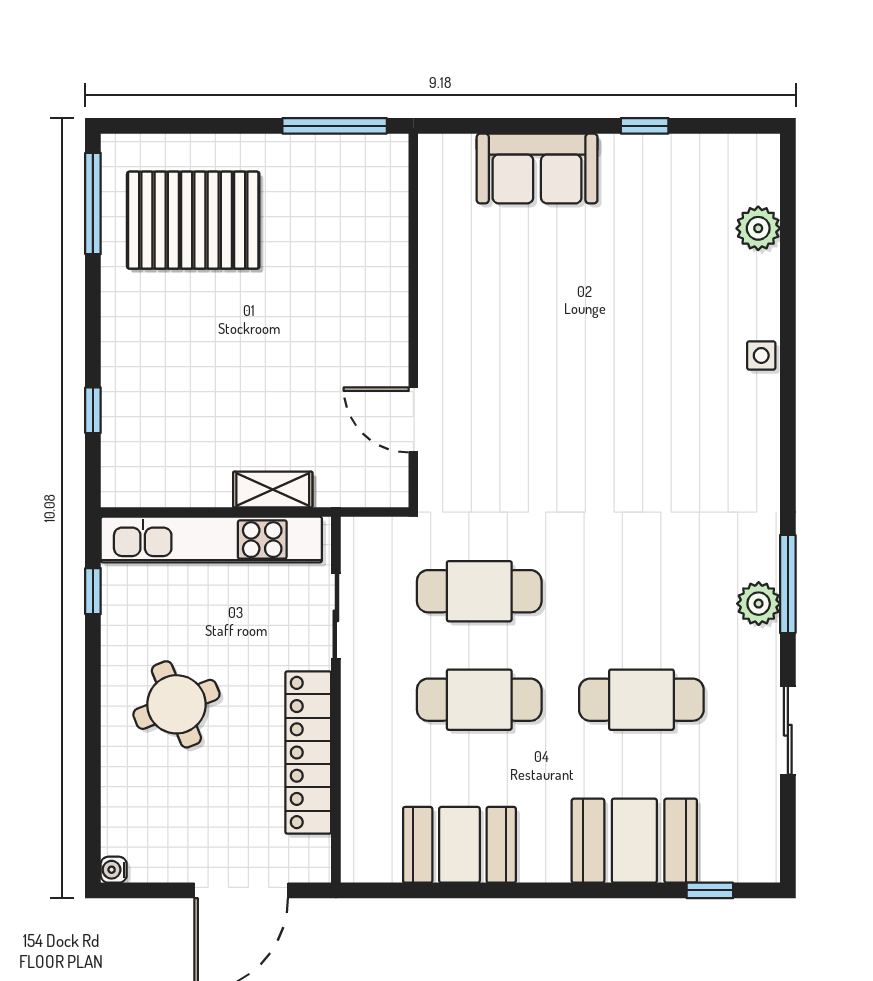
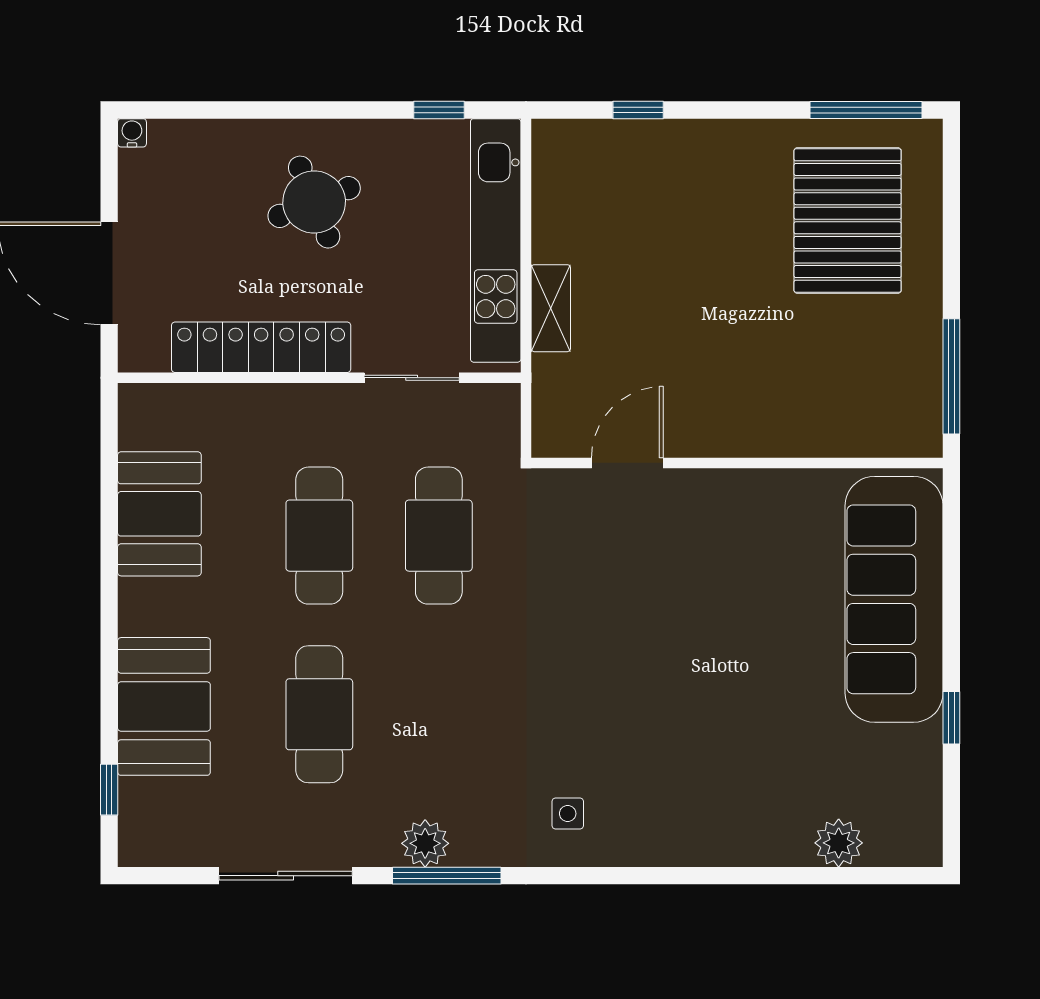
sofa: (537, 168) -> (894, 599), width x1.85, depth x1.27
side table: (761, 355) -> (568, 814), moved
sliding door: (788, 730) -> (286, 876), width x1.37

